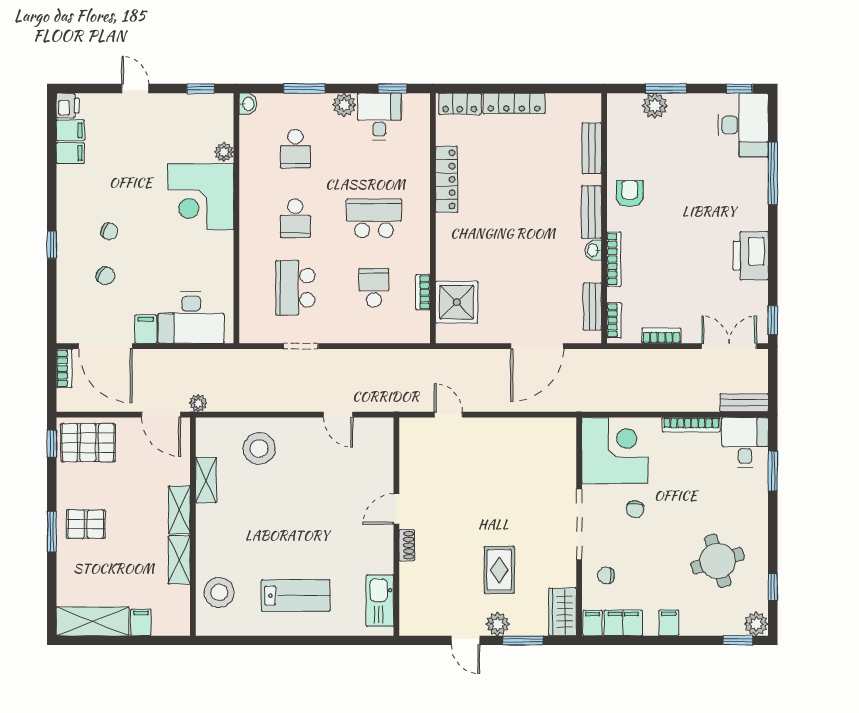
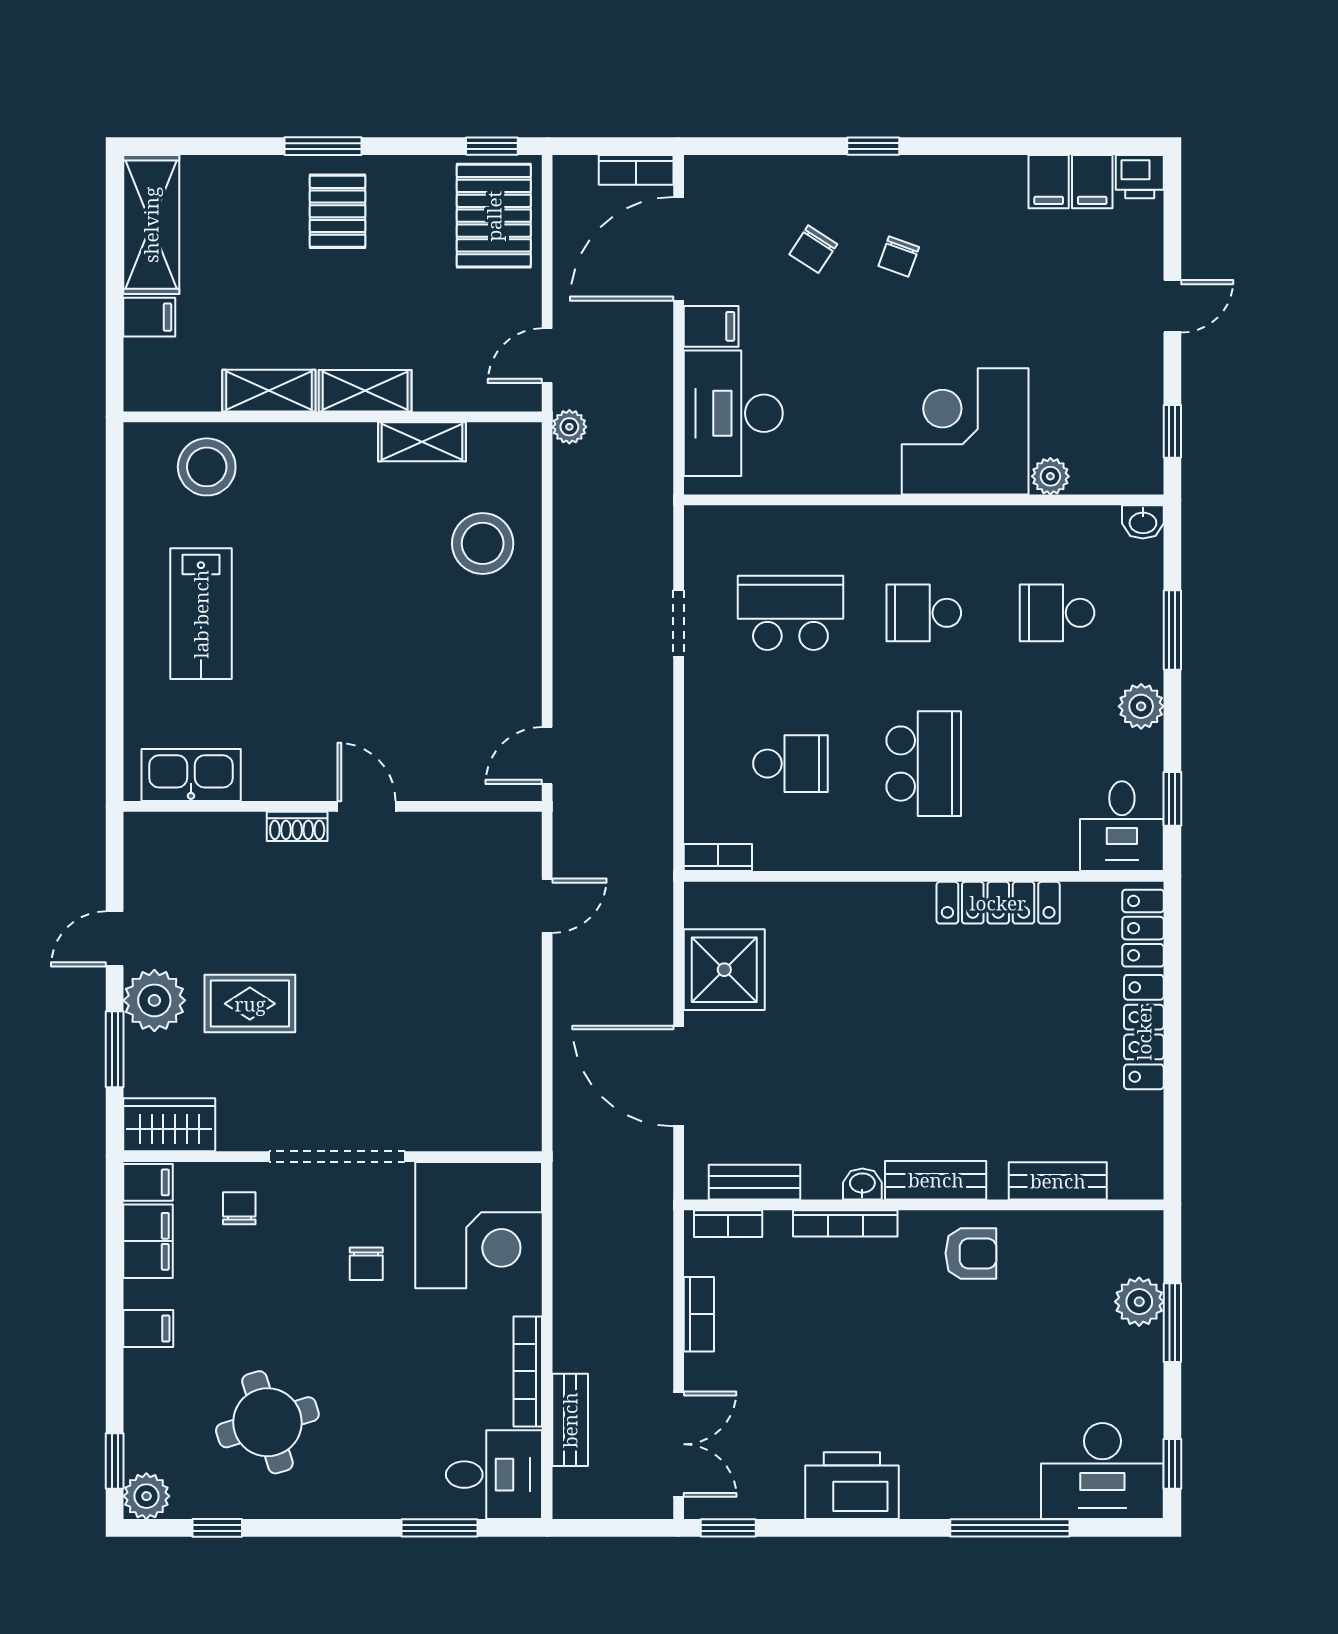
desk: (379, 117) -> (1122, 826), moved, turned 90
bookcase: (423, 292) -> (718, 858), moved
shower: (457, 302) -> (724, 970), moved
bench: (744, 403) -> (570, 1420), moved
door: (161, 415) -> (547, 356), width x0.73
door: (338, 415) -> (547, 756), moved
chair: (635, 509) -> (366, 1264), turned -95
plant: (498, 624) -> (154, 1000), width x1.36, depth x1.36

